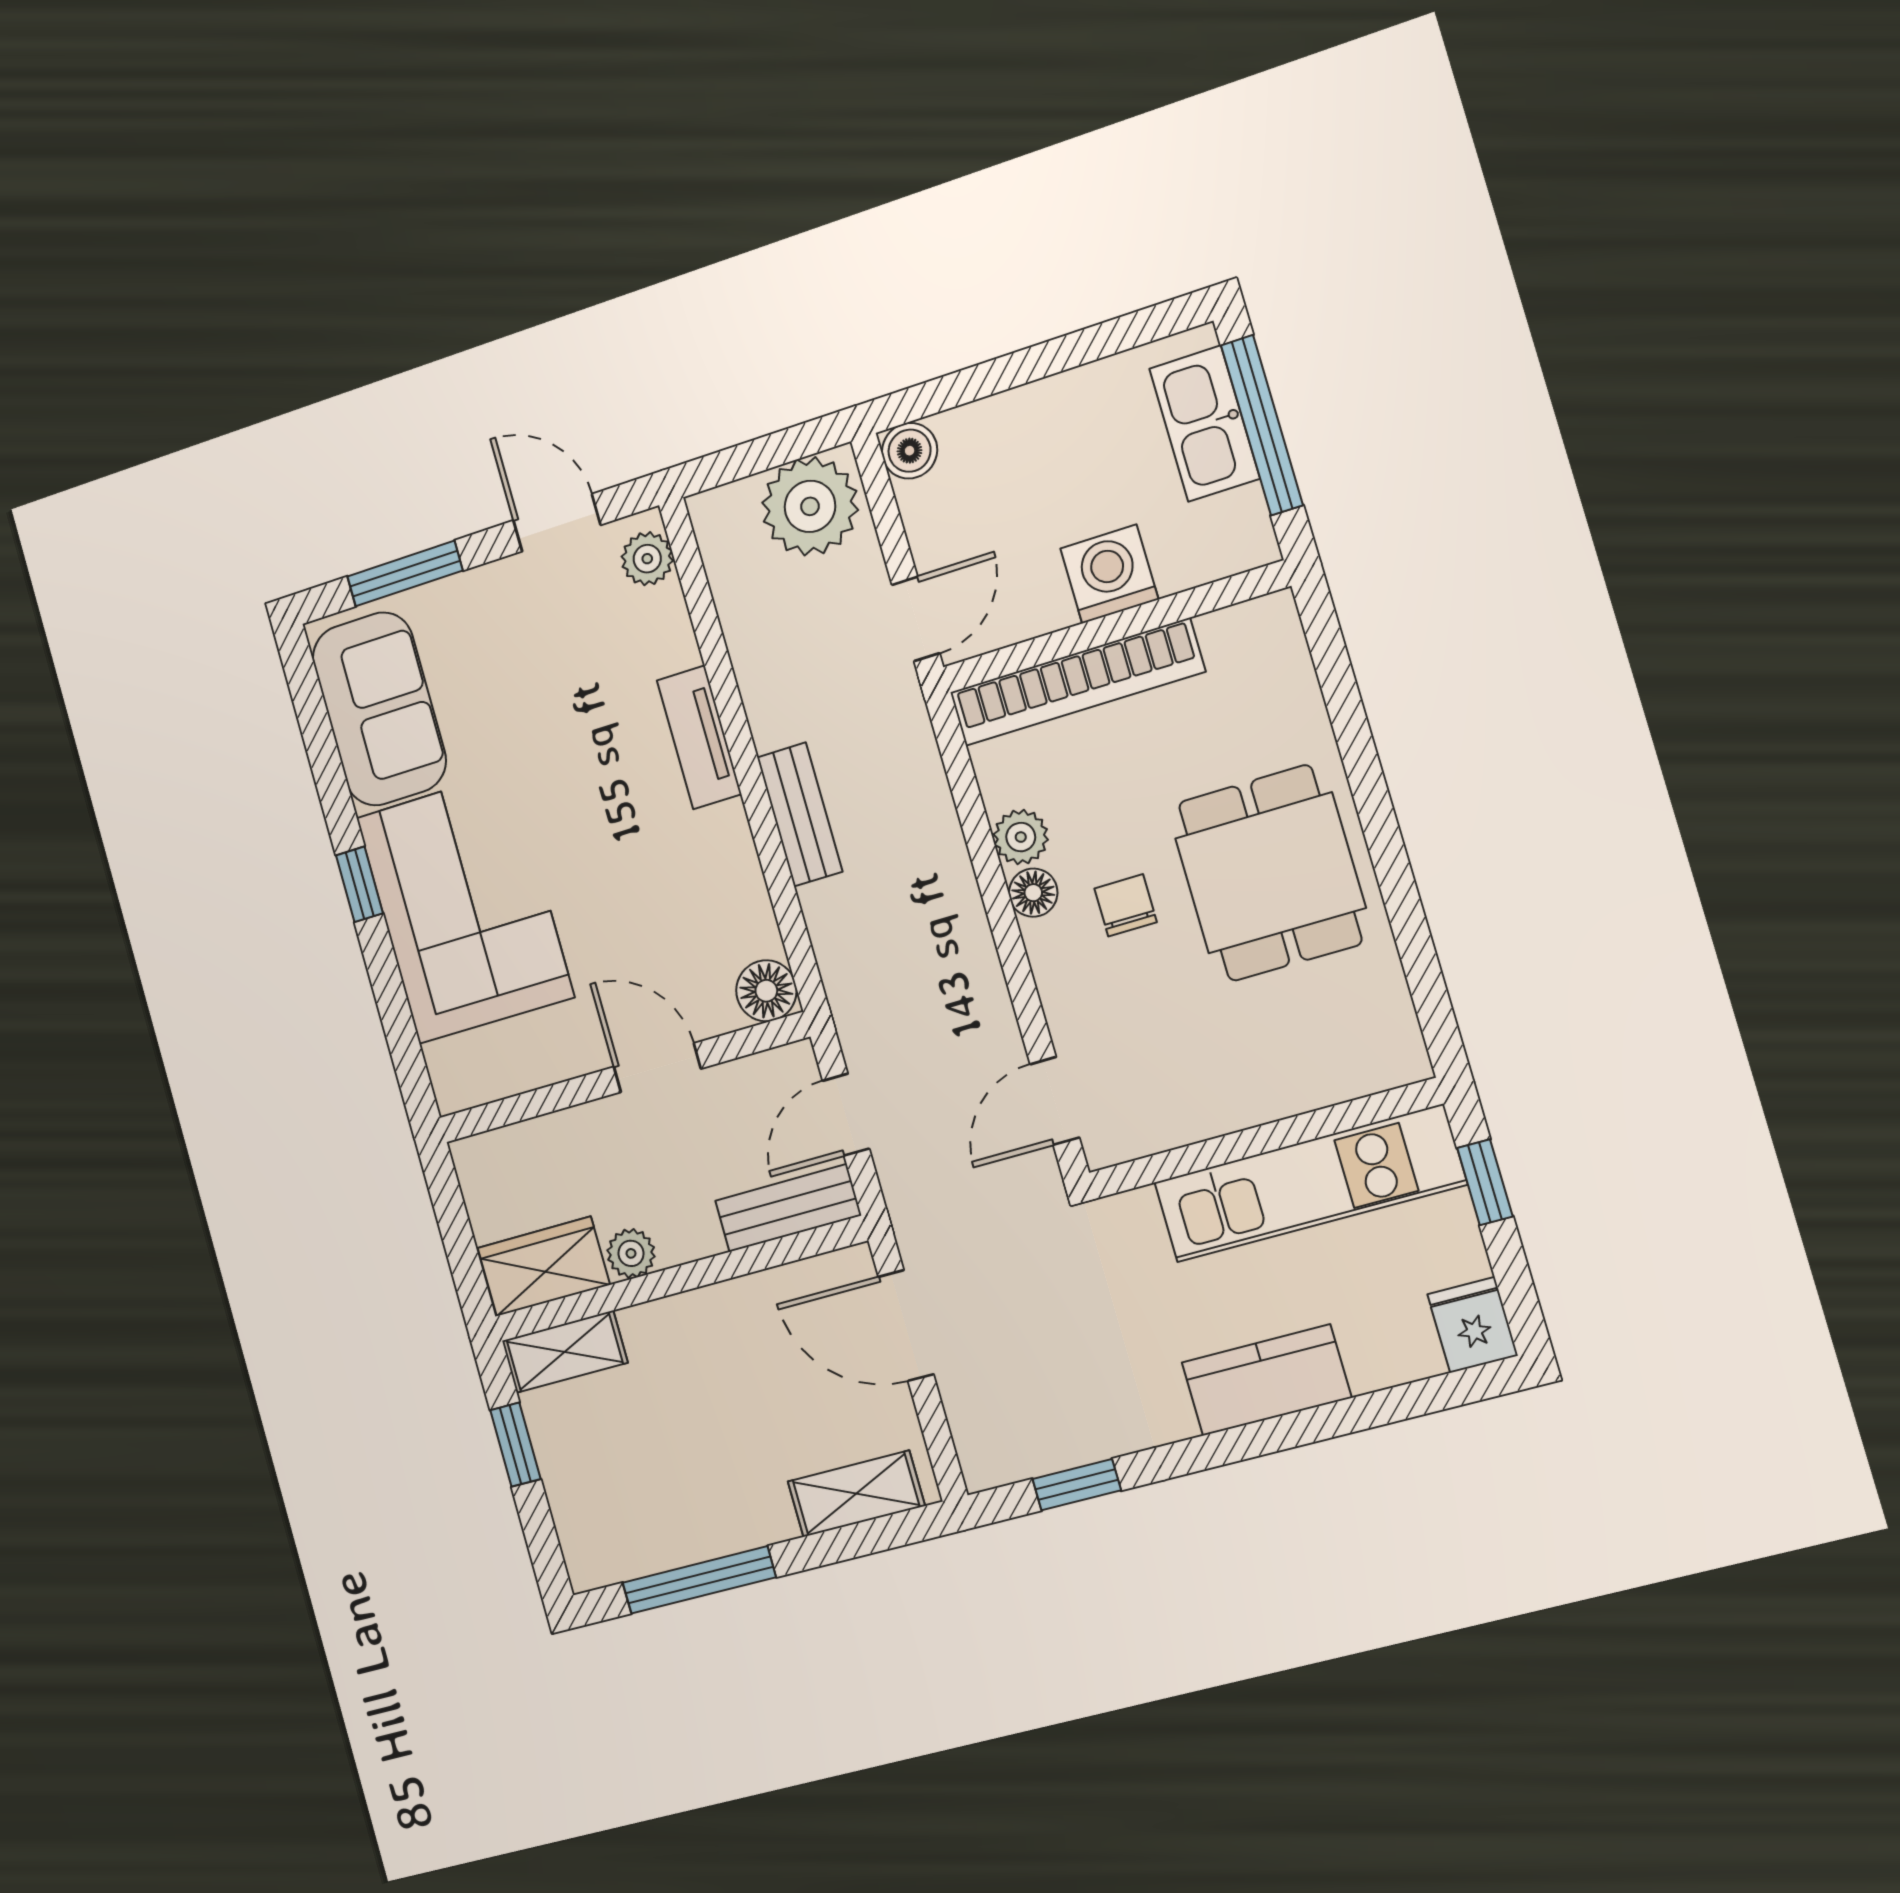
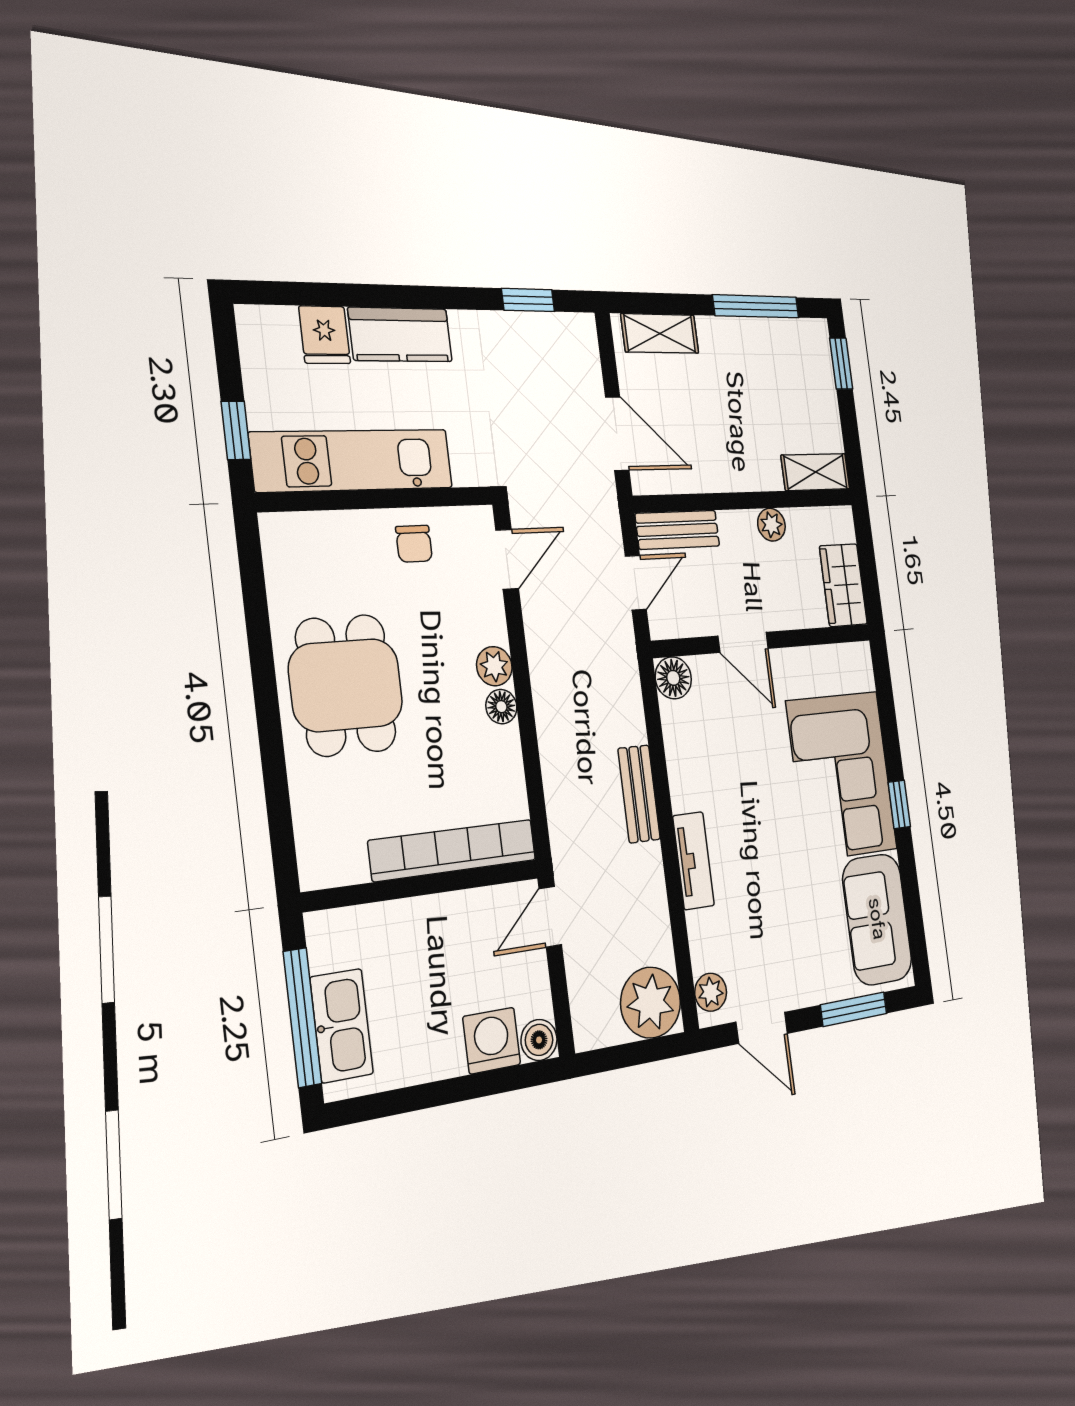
plant: (810, 506) -> (651, 1003), moved
washing machine: (1109, 574) -> (492, 1041), moved, turned 180
plant: (1021, 837) -> (494, 666), moved
chair: (1126, 905) -> (414, 544), moved
wardrobe: (544, 1266) -> (843, 585), moved, turned 90
fridge: (1473, 1325) -> (325, 335), moved
window: (515, 1445) -> (841, 364), moved

